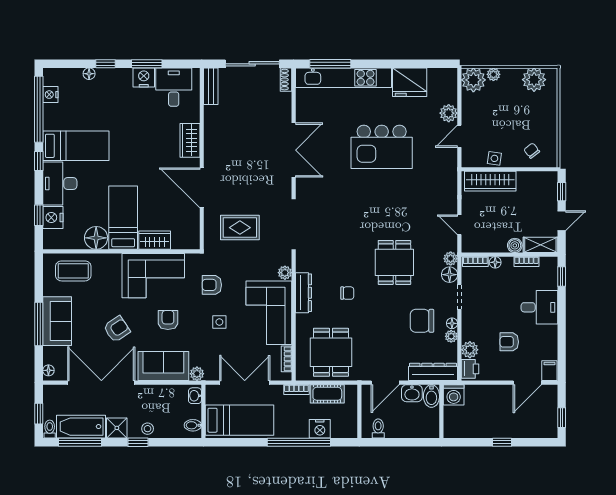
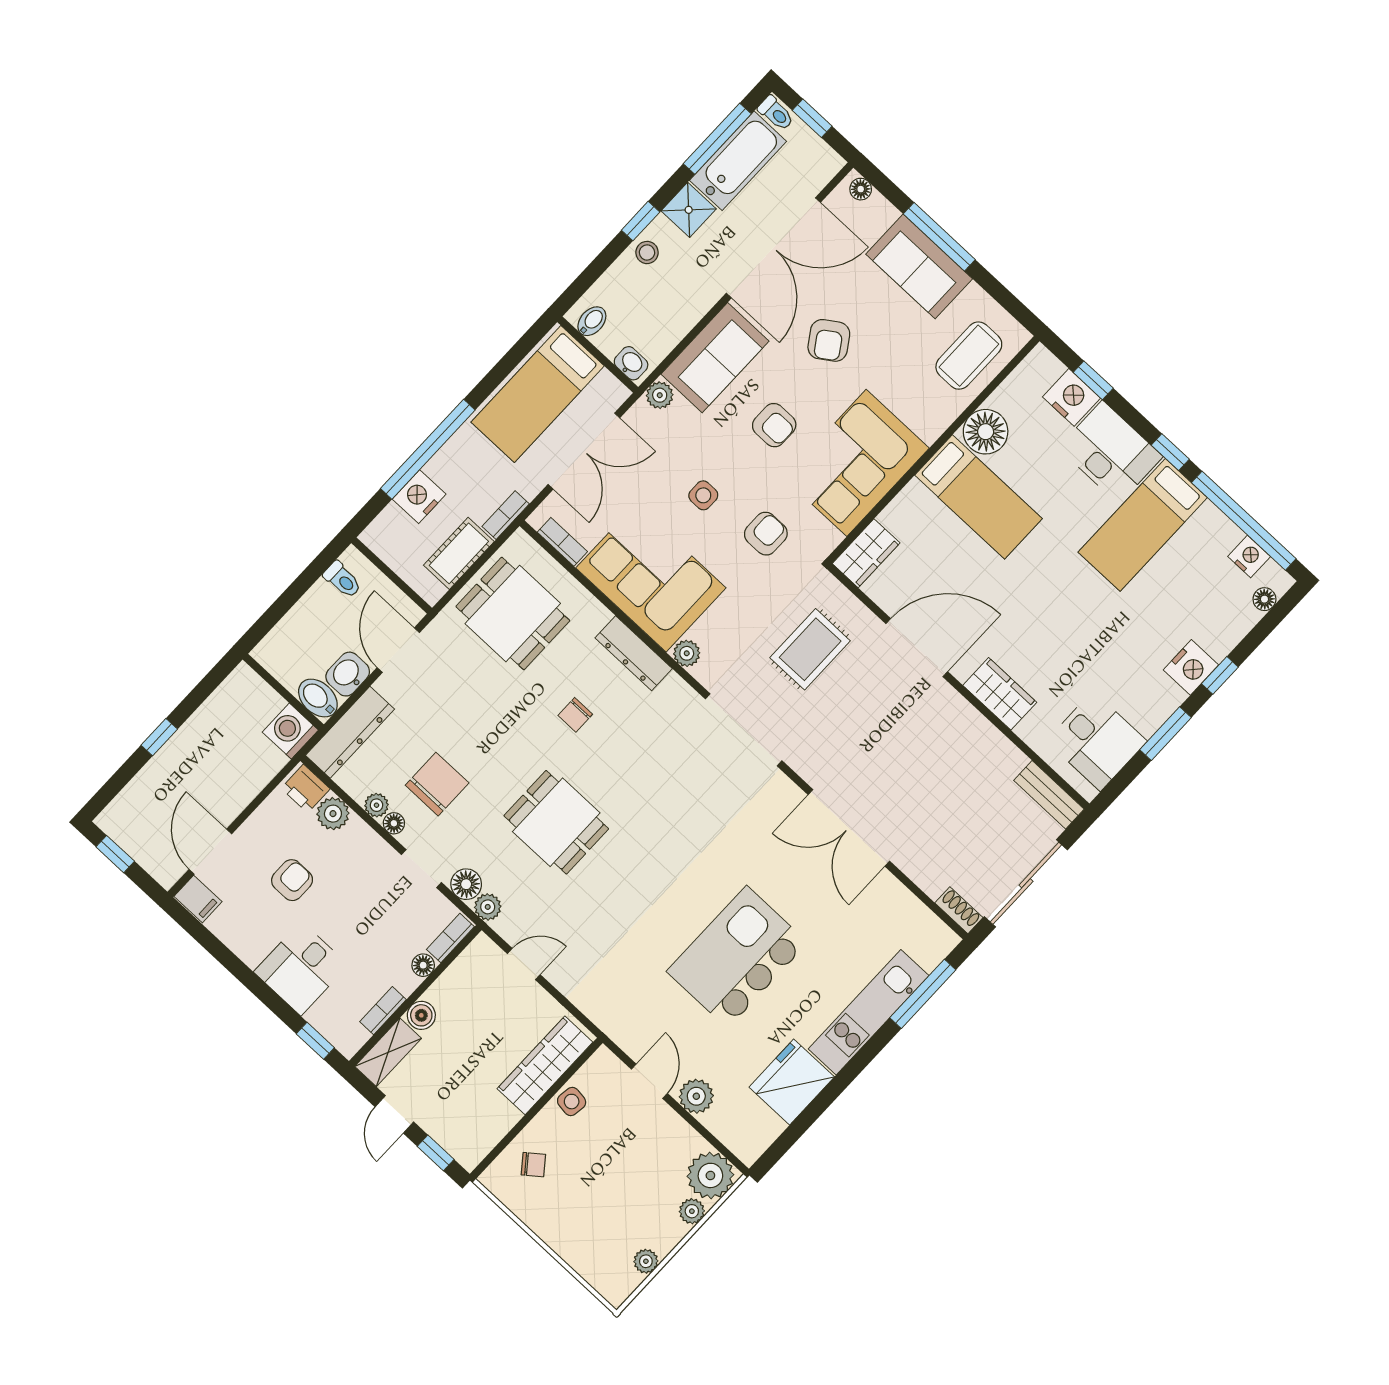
floor lamp: (89, 74) -> (1264, 599), moved
nightstand: (144, 77) -> (1191, 667), moved
kitchen unit: (343, 78) -> (869, 1012), width x0.73
plant: (534, 80) -> (646, 1261), width x0.53, depth x0.53
wardrobe: (155, 240) -> (866, 553), moved

